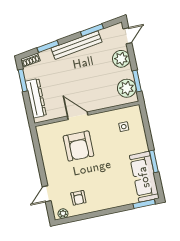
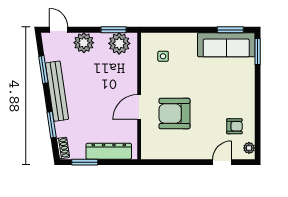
armchair: (78, 146) -> (174, 114), turned 180
window: (154, 161) -> (230, 30), moved
door: (47, 194) -> (222, 162), swing flipped

